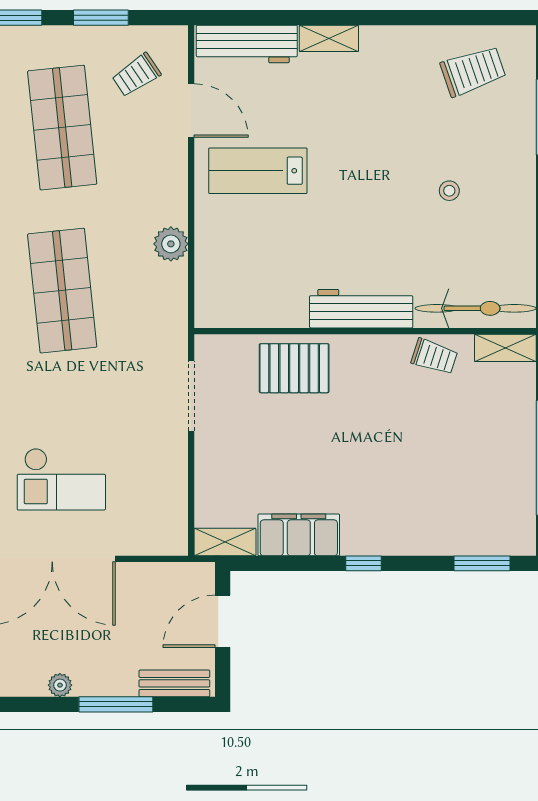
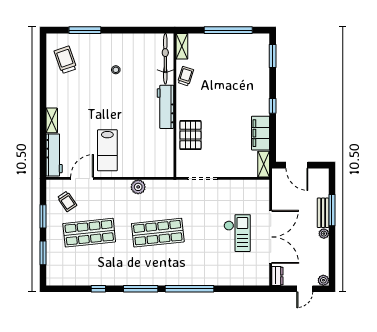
bench: (174, 683) -> (323, 213), moved

